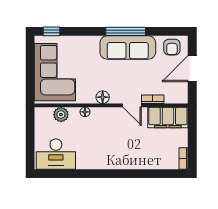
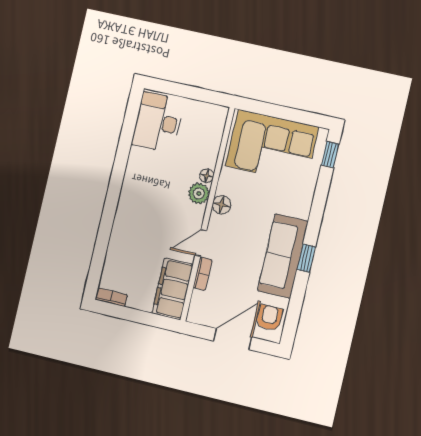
window: (126, 31) -> (306, 258), width x0.46
armchair: (172, 47) -> (269, 318), turned 90
door: (192, 69) -> (233, 339), hinge flipped
plant: (61, 115) -> (199, 193), moved

